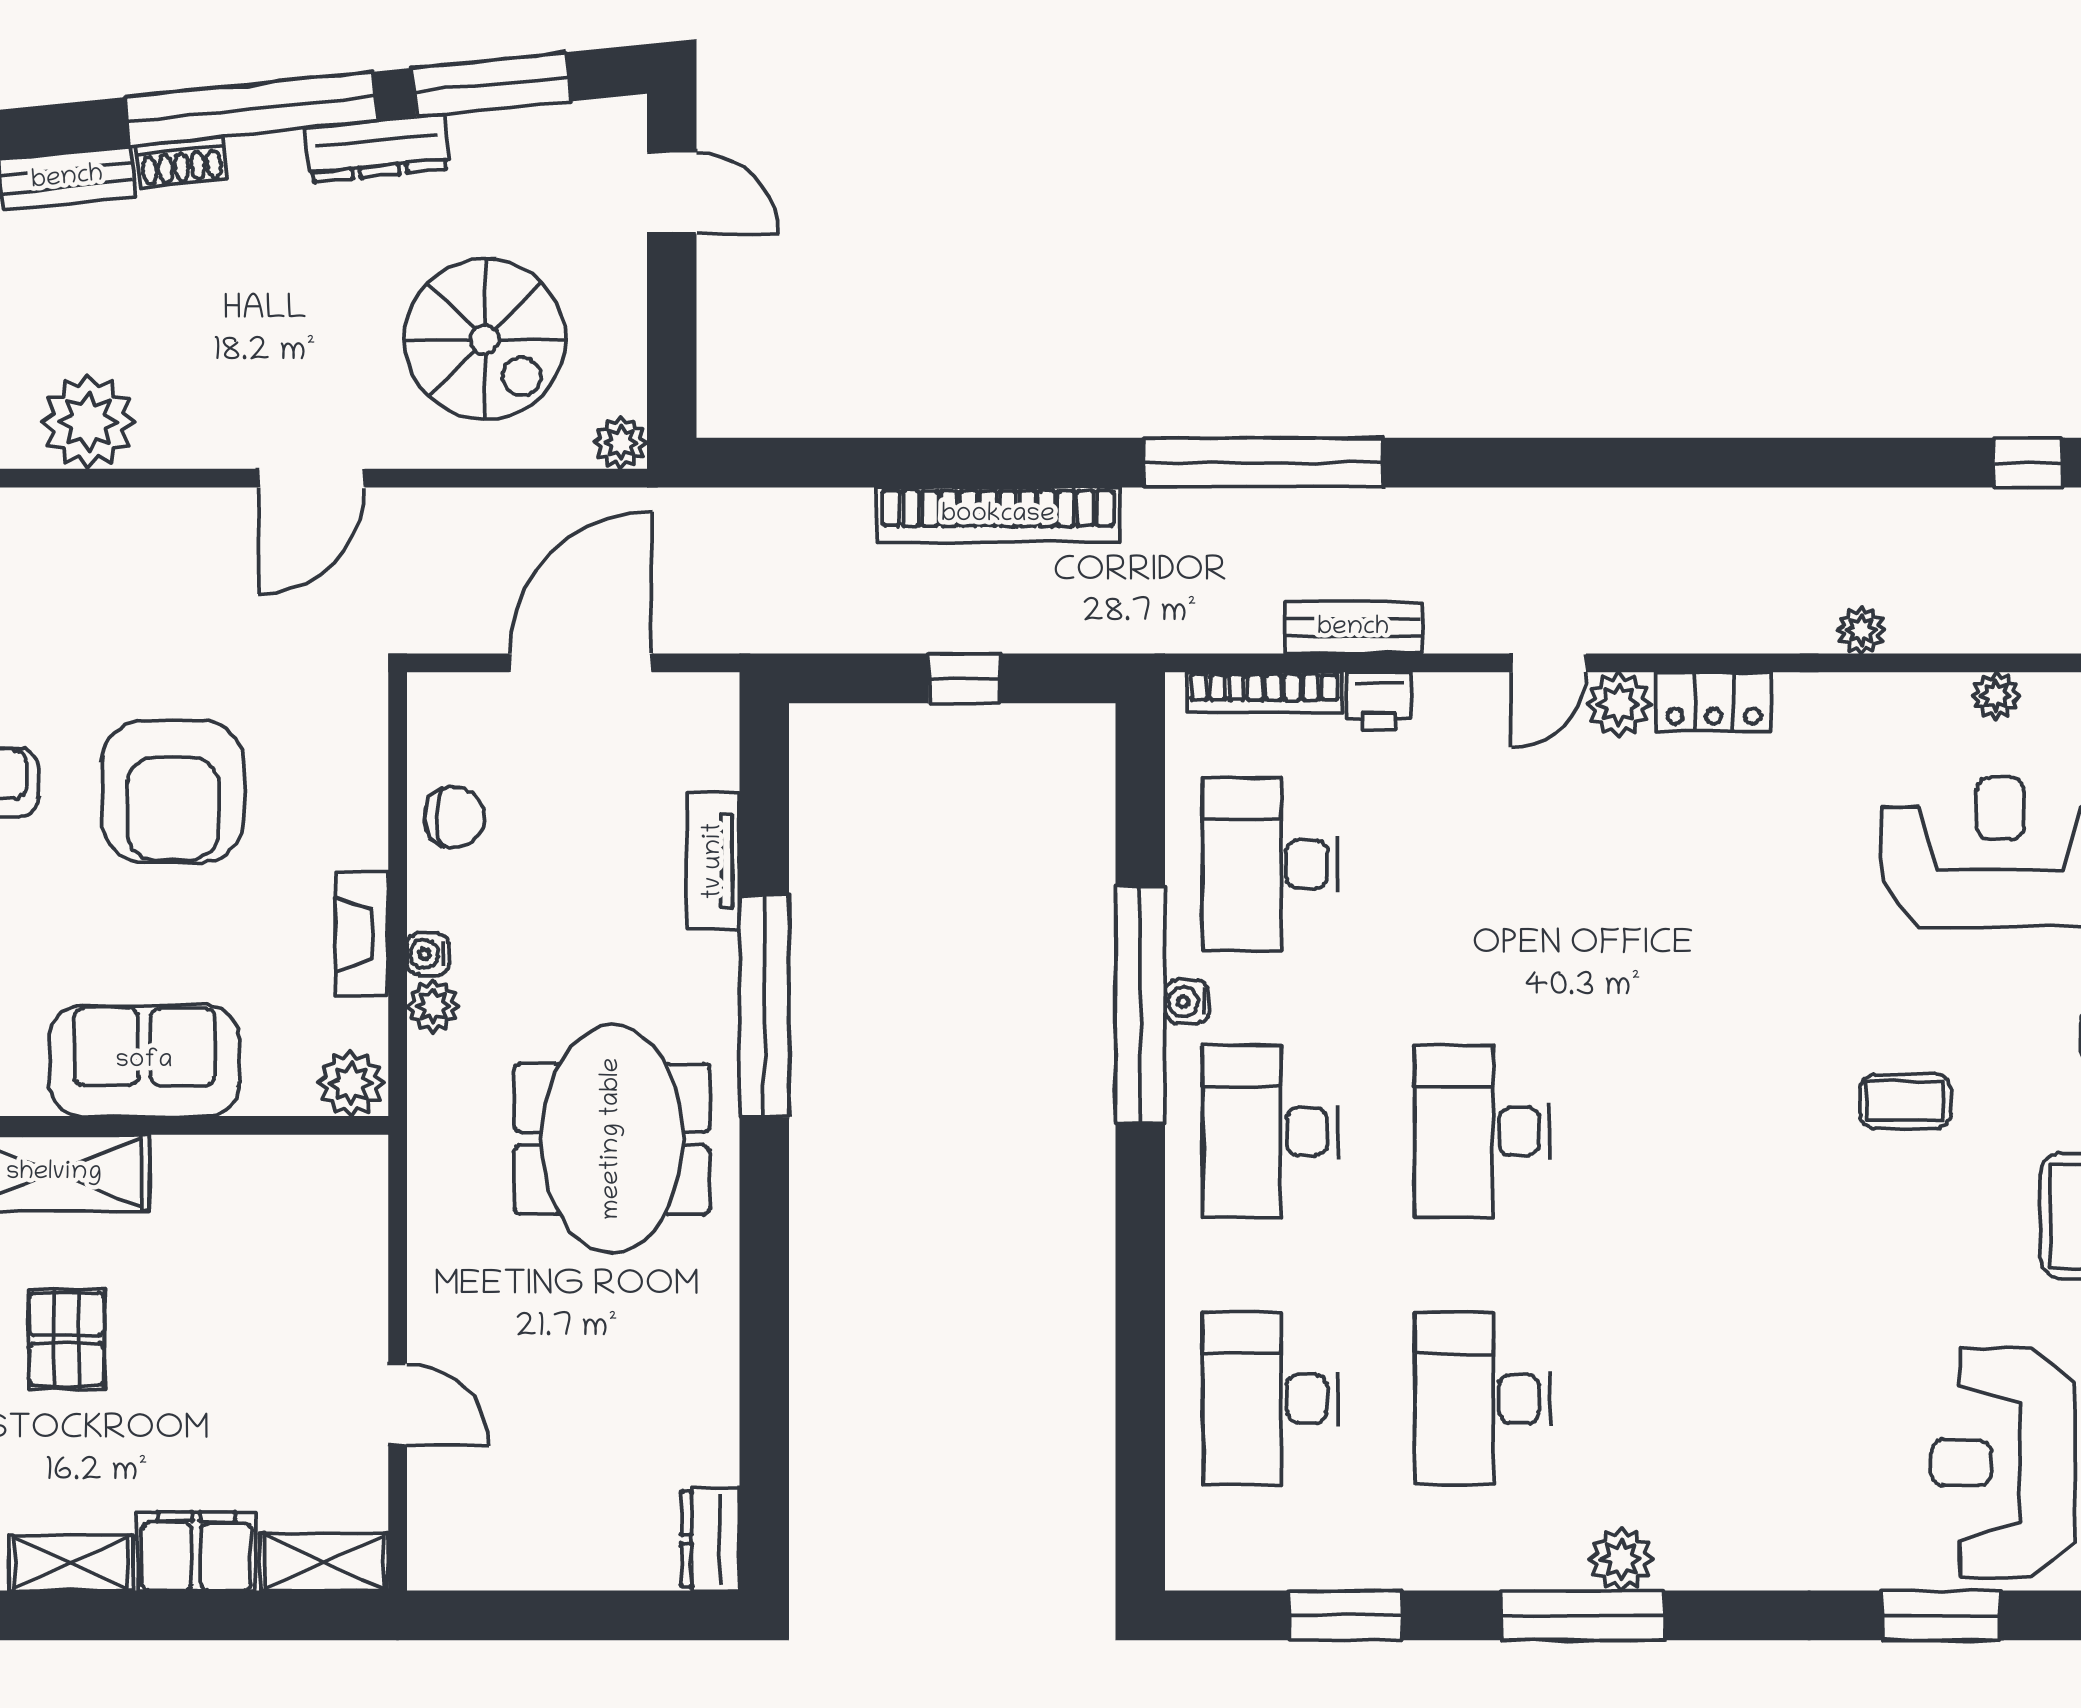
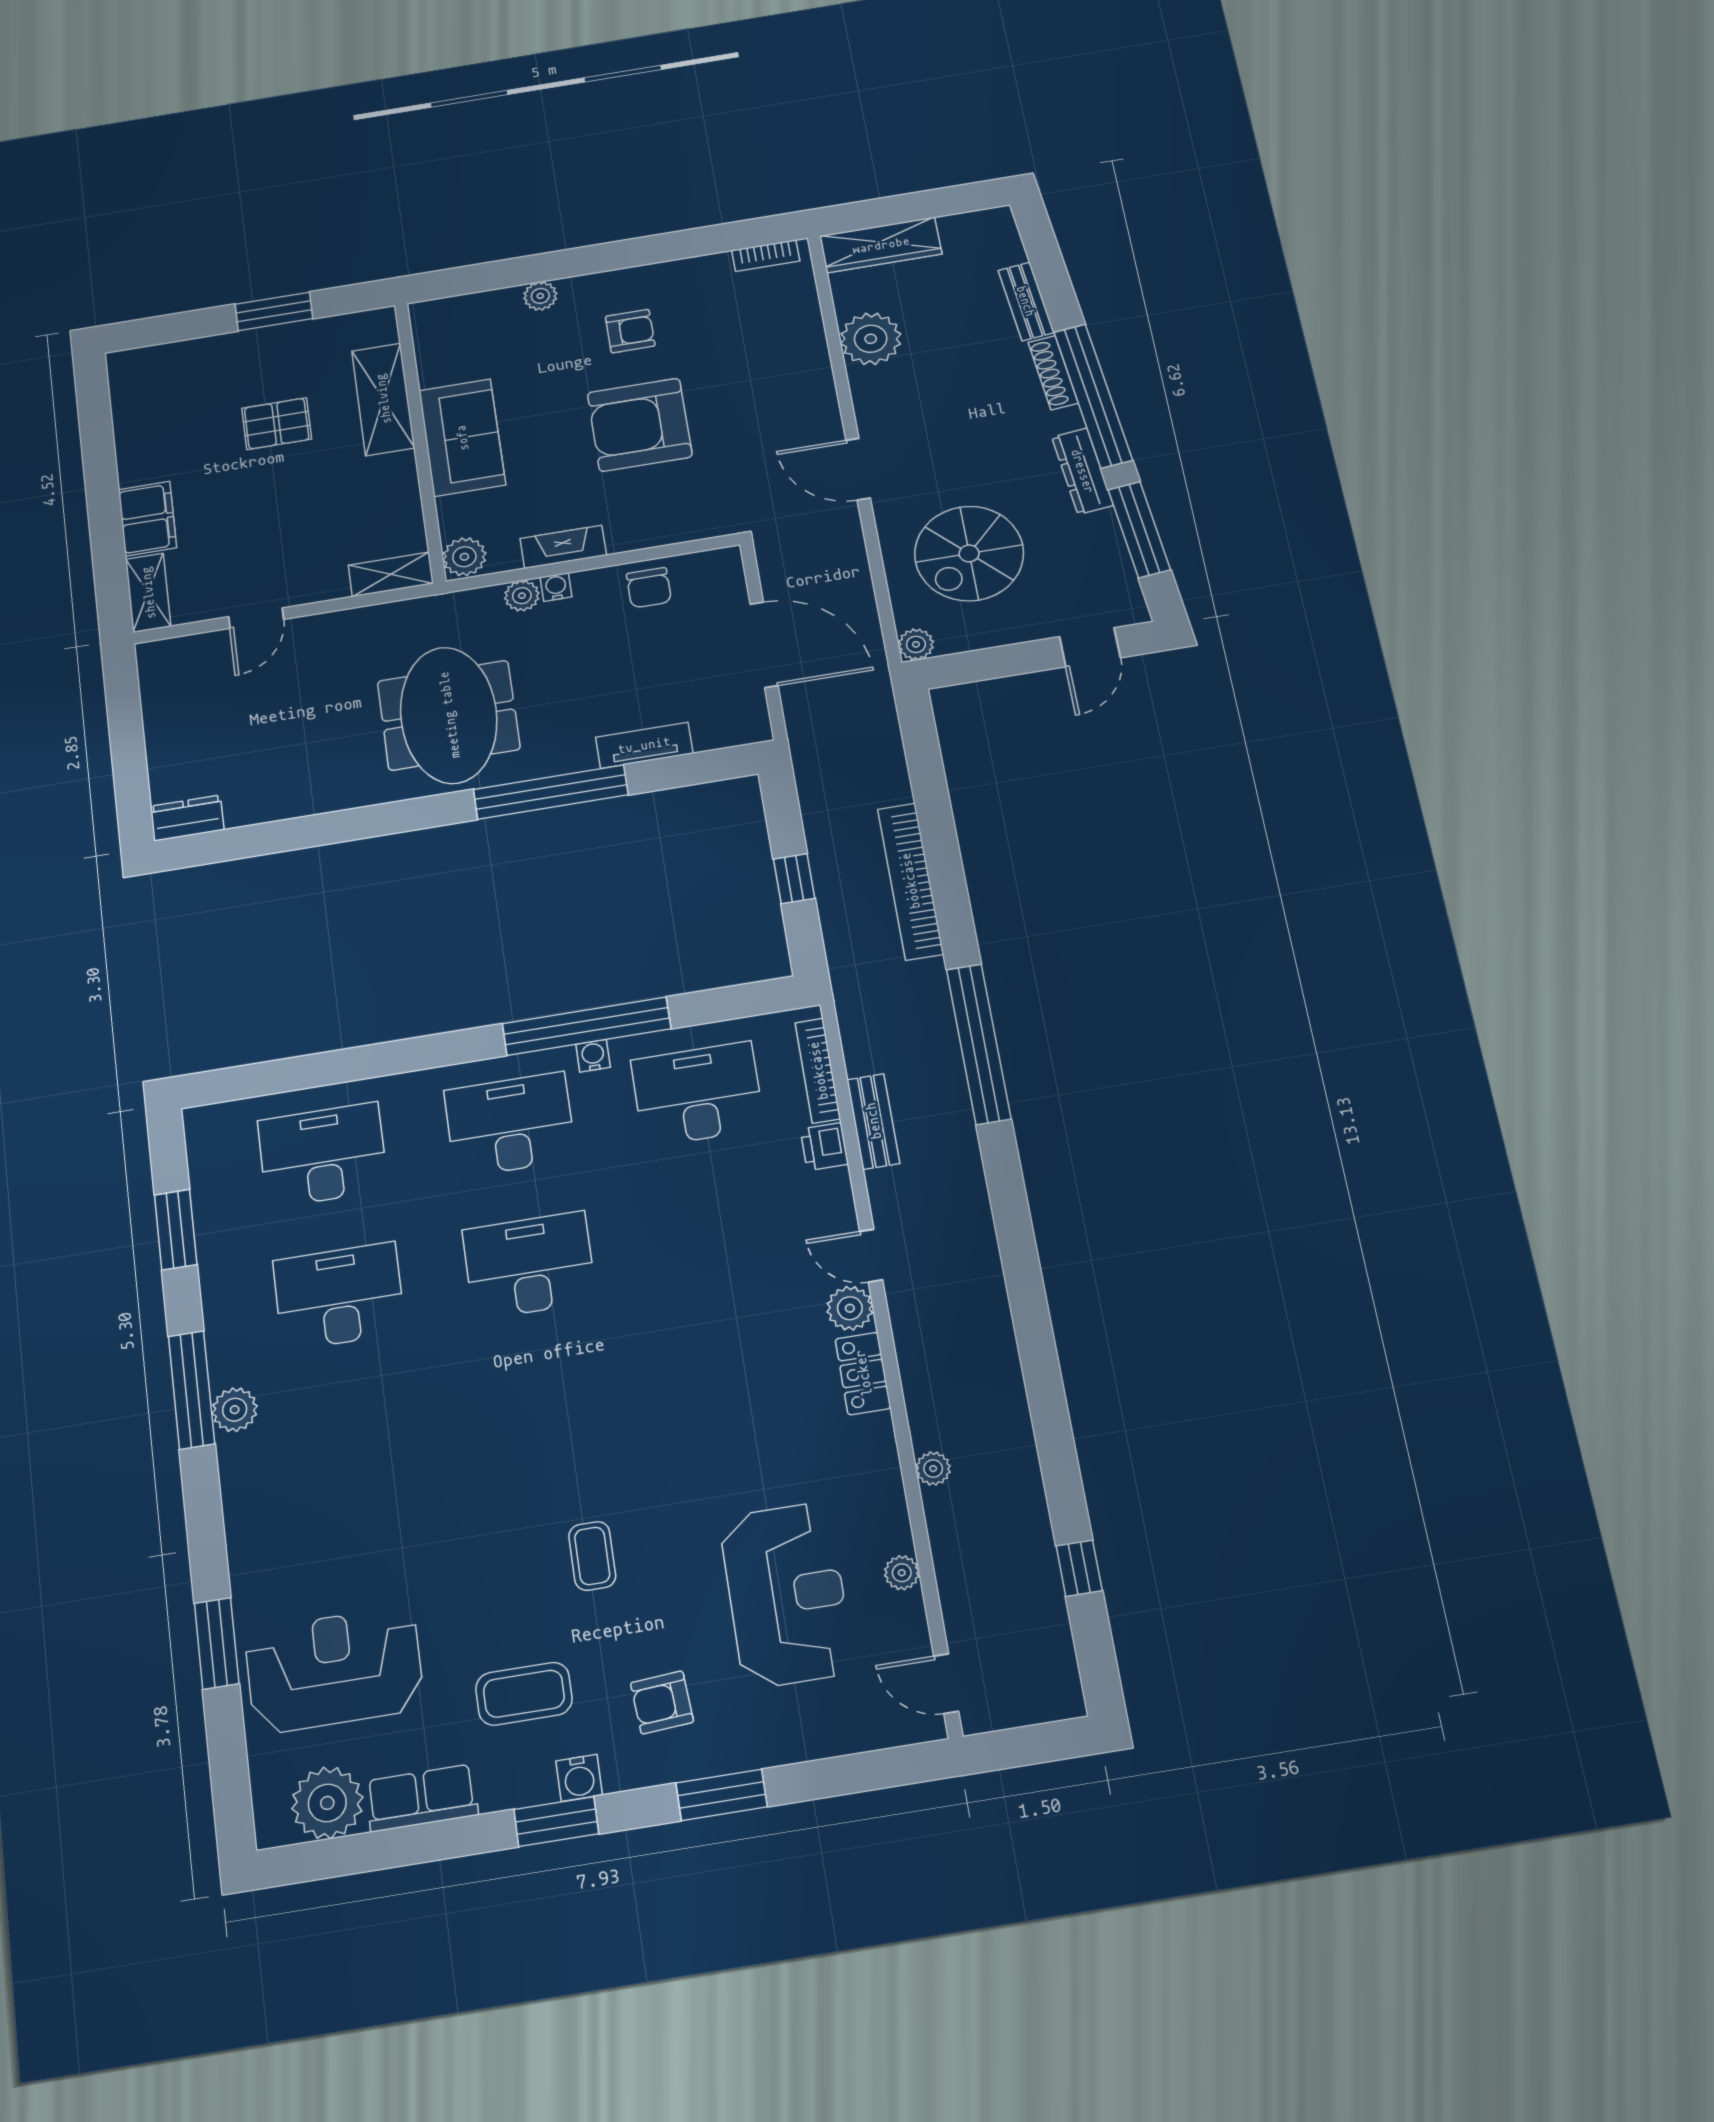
shoe rack: (181, 162) -> (1053, 373), width x1.43
meeting table: (612, 1139) -> (449, 715), turned 90
shelving: (71, 1563) -> (391, 574), moved, turned 90

